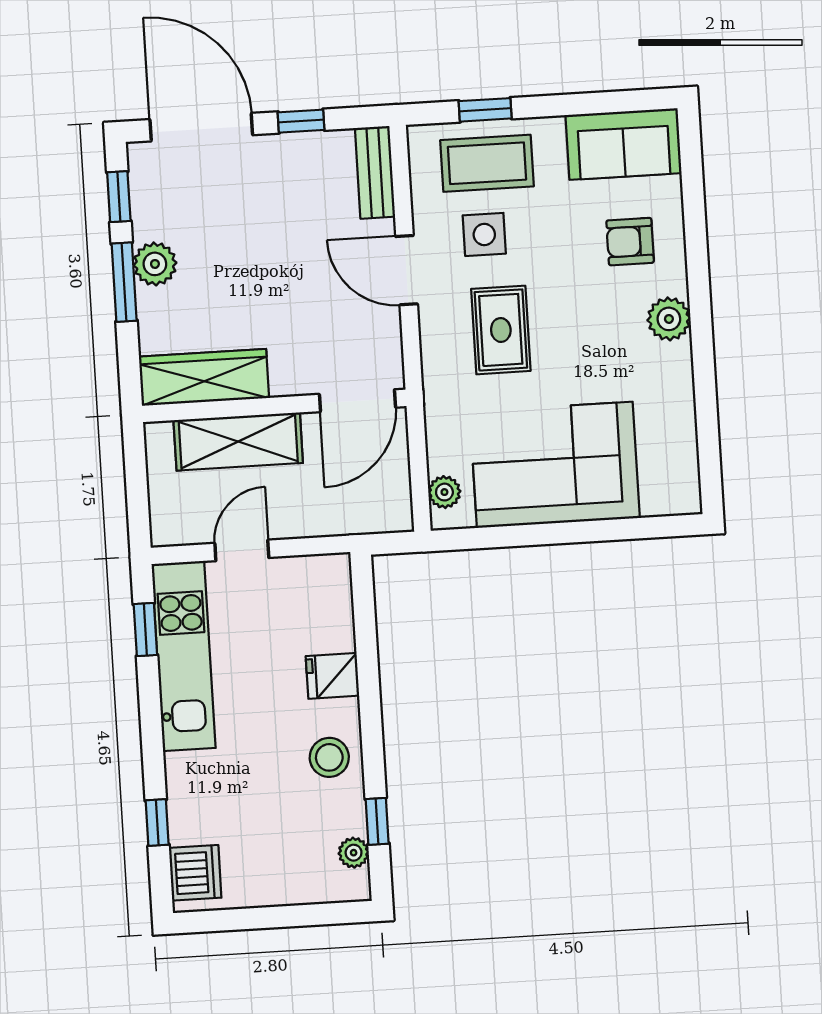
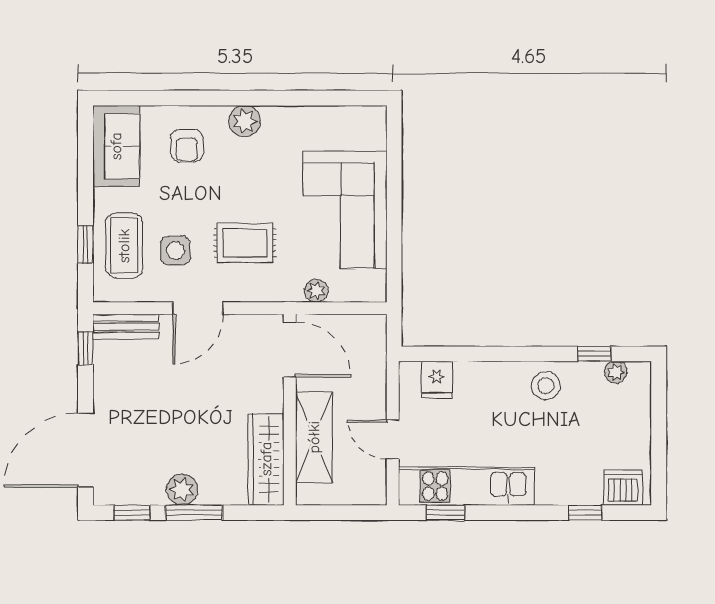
window: (301, 121) -> (85, 348), moved
plant: (444, 492) -> (316, 291), moved
fridge: (332, 676) -> (437, 380), moved

